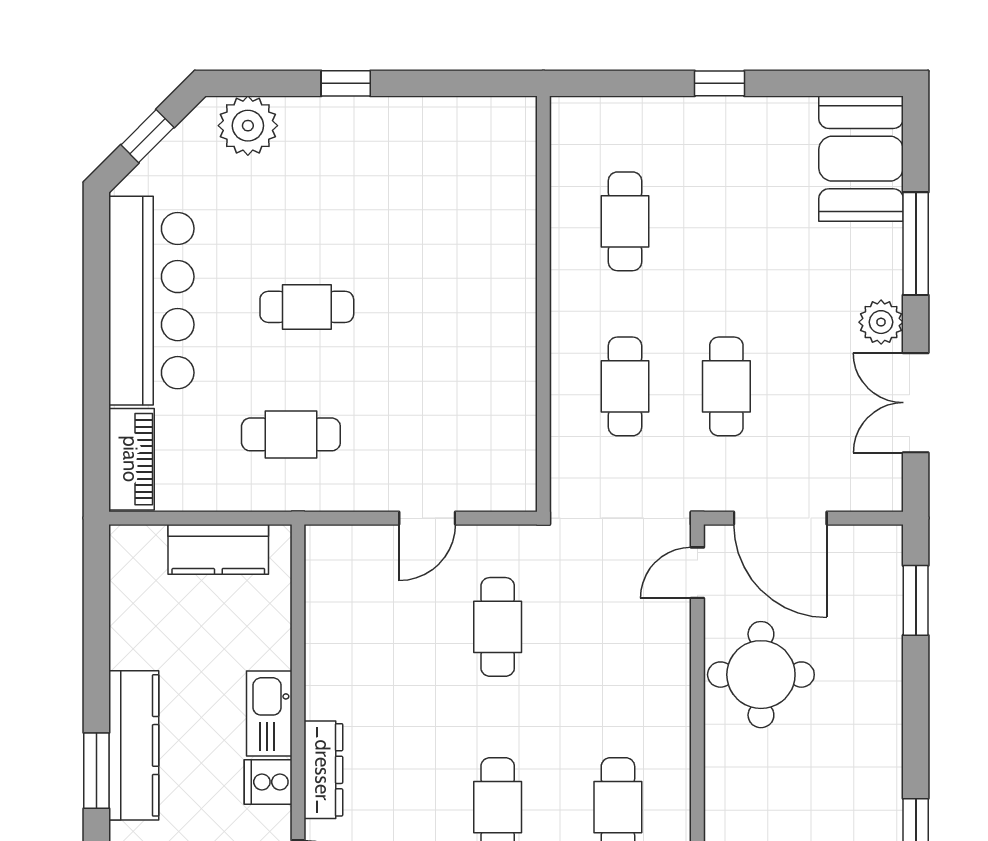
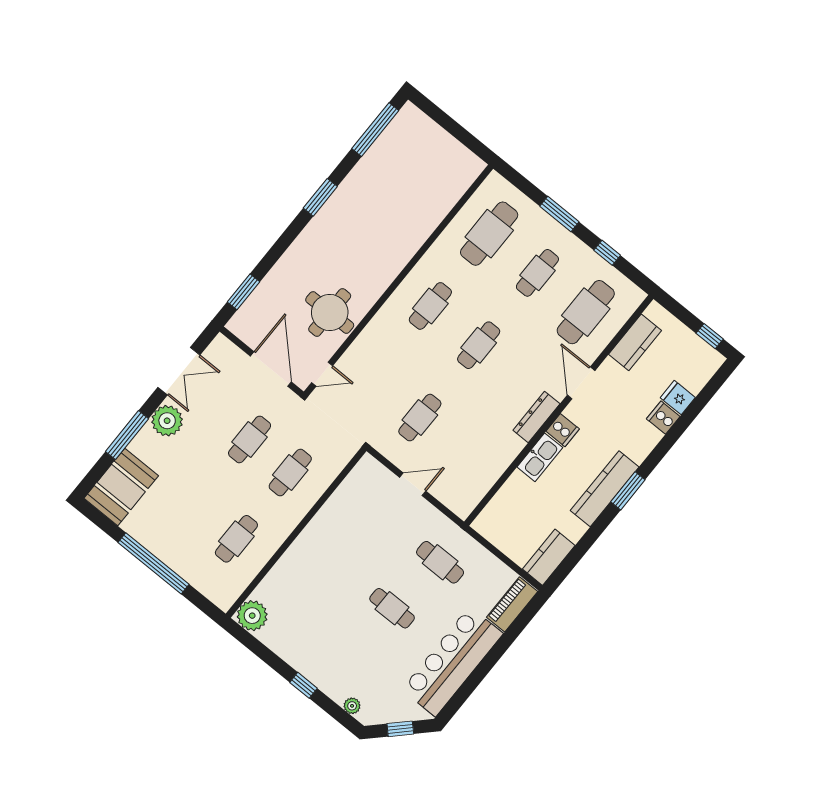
window: (719, 83) -> (153, 563), width x3.17
plant: (508, 125) -> (252, 616), added
plant: (248, 126) -> (352, 706), width x0.53, depth x0.53
plant: (881, 322) -> (167, 421), width x1.36, depth x1.36
kitchen counter: (218, 549) -> (549, 557), moved, turned -90

